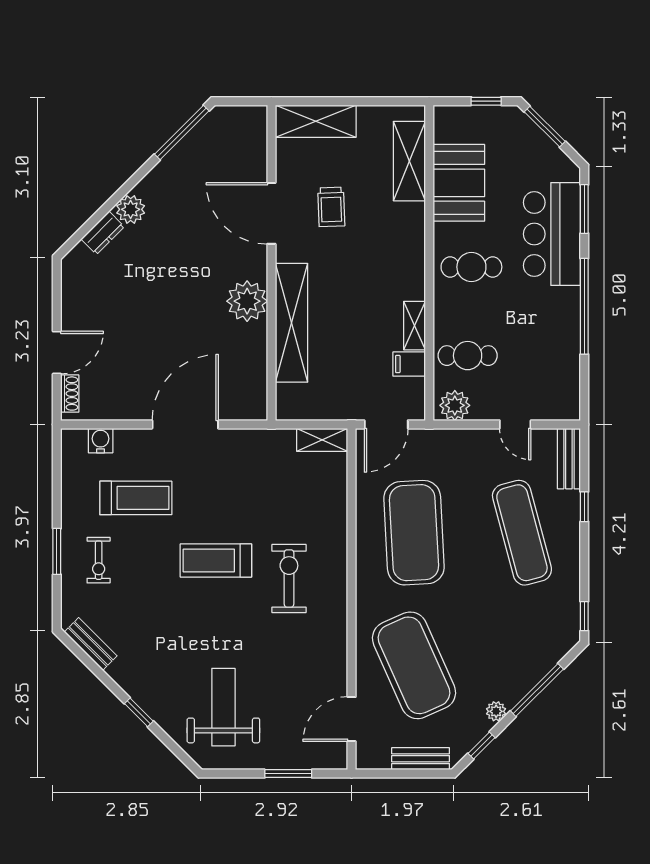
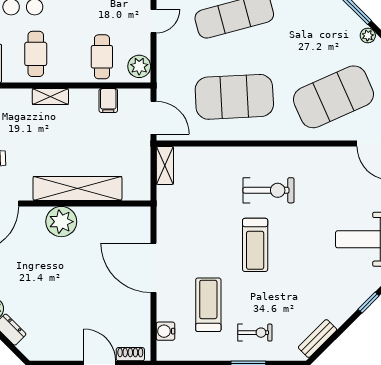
shelving: (414, 326) -> (50, 97), moved
exercise bike: (289, 578) -> (269, 190), turned 180

